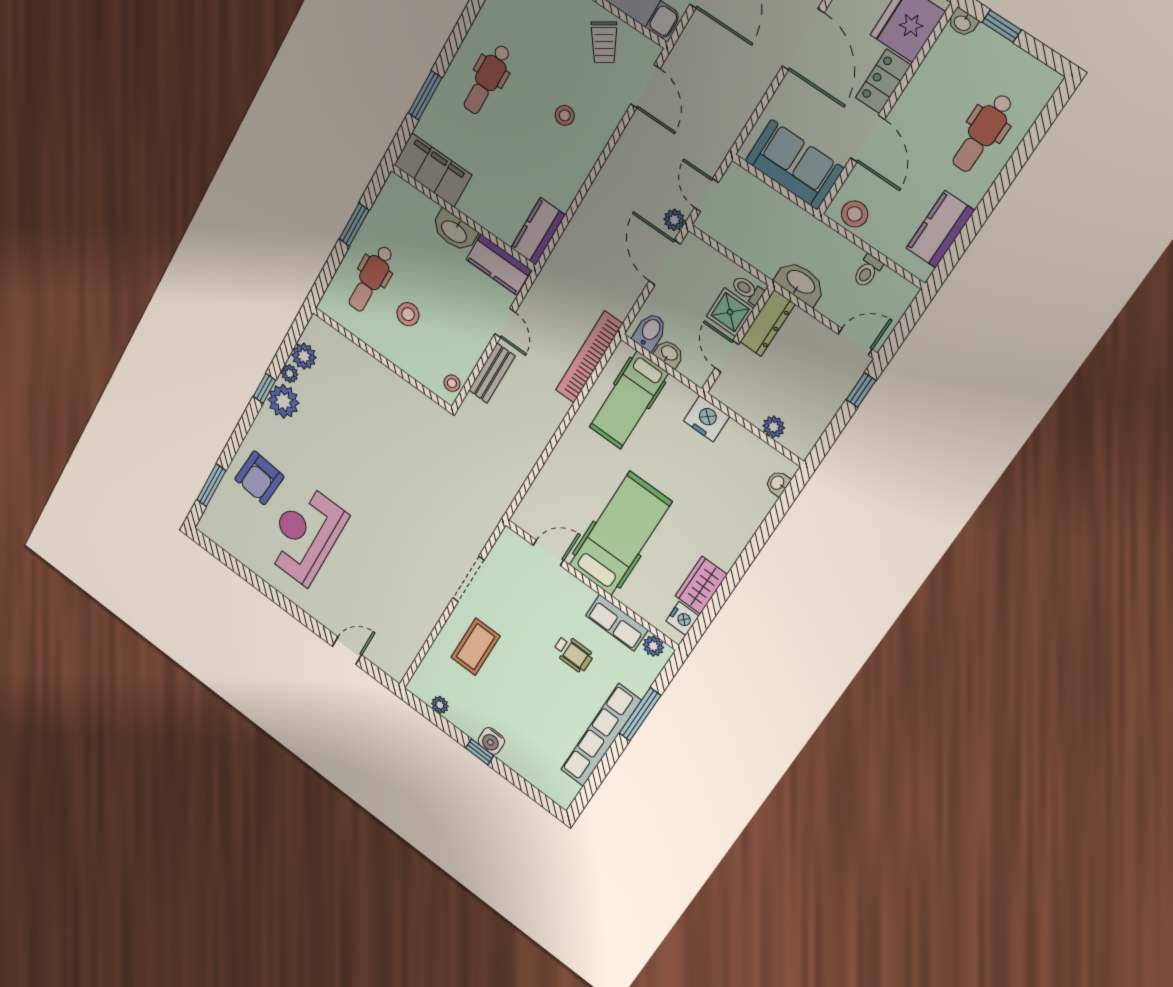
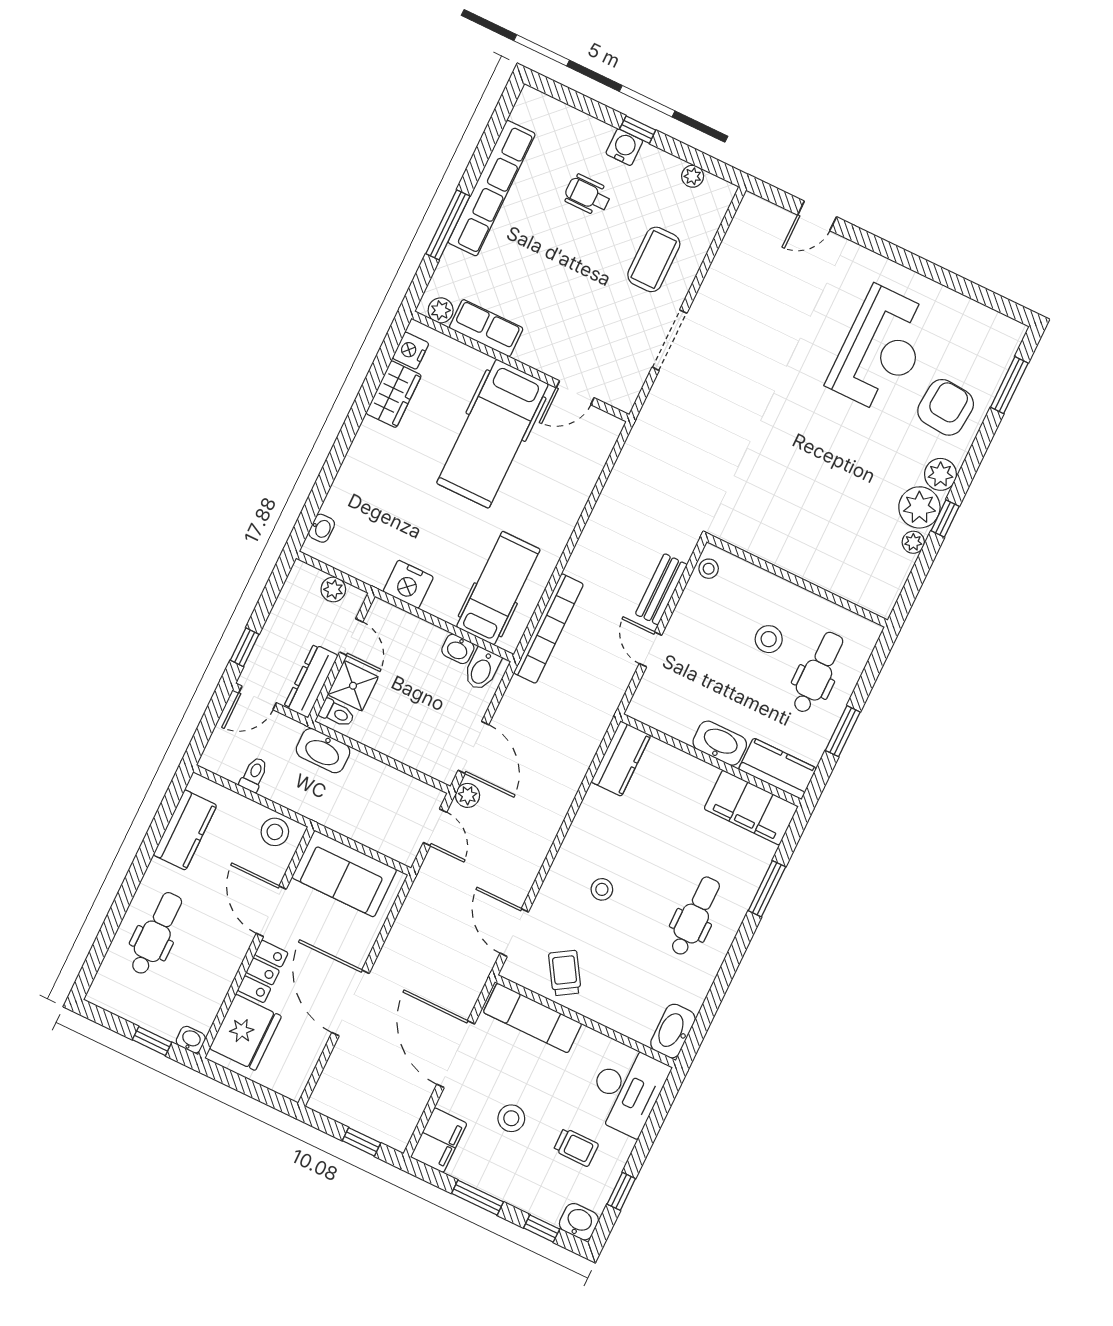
kitchen counter: (499, 265) -> (777, 769), moved
toilet: (747, 290) -> (337, 713), moved
shower: (730, 312) -> (353, 686), moved
dresser: (767, 323) -> (311, 681), moved
wall: (737, 340) -> (342, 657), moved
plant: (304, 356) -> (941, 474), moved
door: (727, 356) -> (351, 637), moved
wheelchair: (573, 653) -> (588, 195), moved

